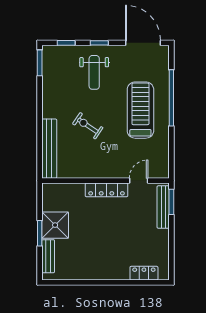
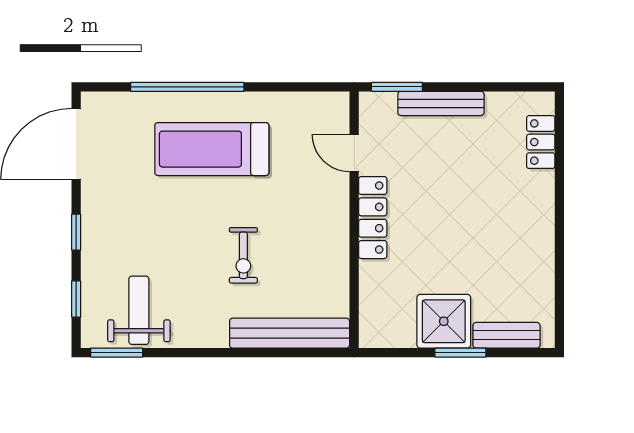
weight bench: (94, 72) -> (139, 310), moved, turned -90
exercise bike: (88, 126) -> (243, 255), turned -34
bench: (163, 207) -> (441, 103), moved

